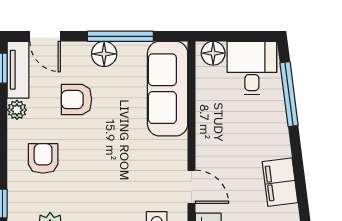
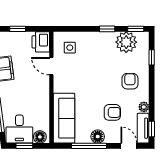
window: (243, 36) -> (24, 146), added
armchair: (43, 158) -> (130, 81), turned 180

